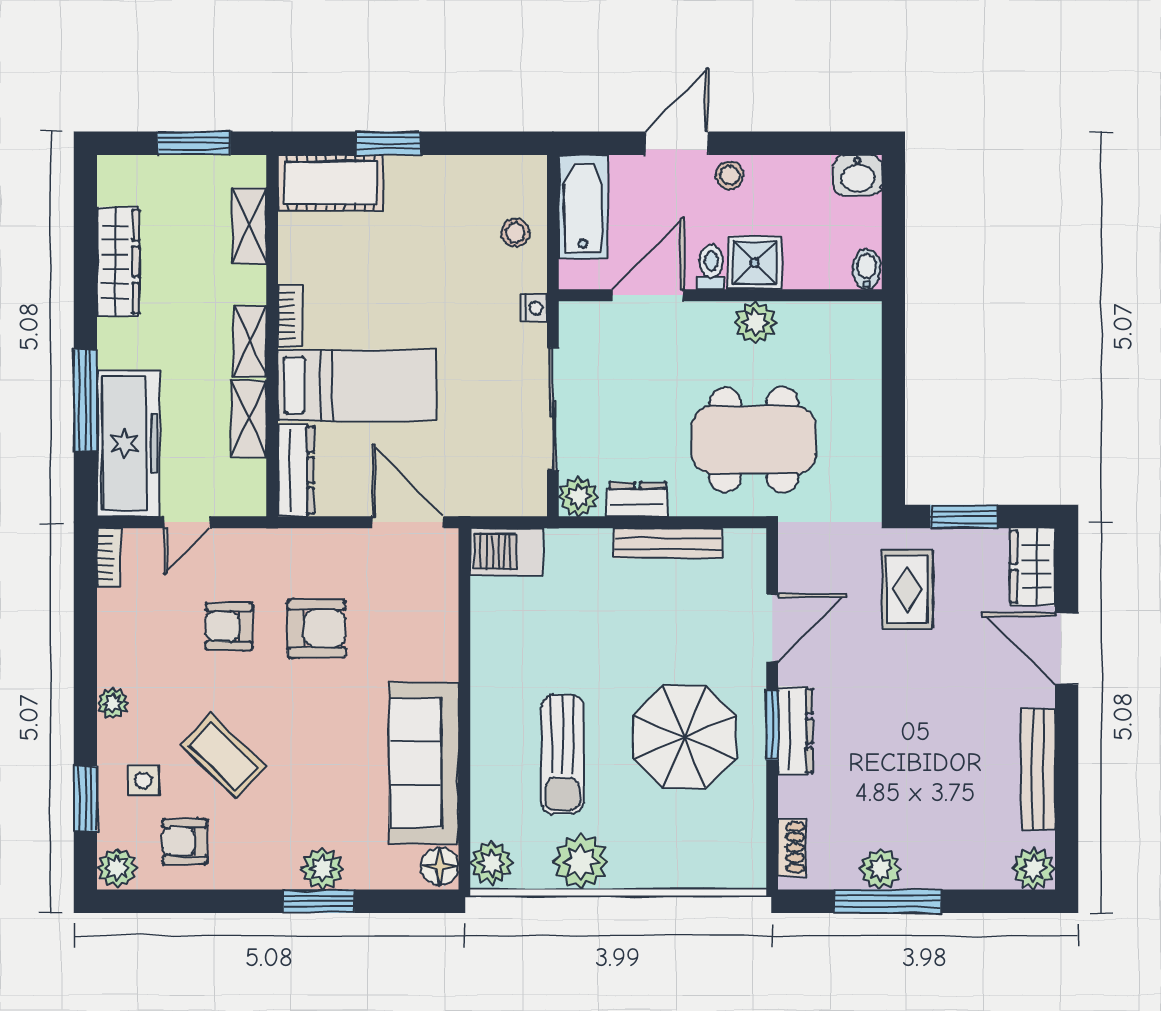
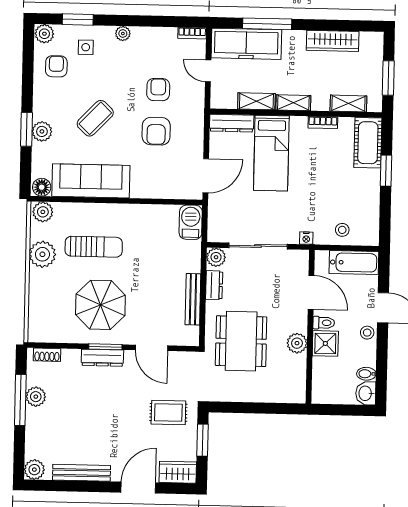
bidet: (867, 269) -> (366, 374), moved, turned 180
bookcase: (290, 316) -> (323, 122), moved
sun lounger: (562, 754) -> (94, 247), turned 180
coffee table: (223, 756) -> (95, 118), moved

